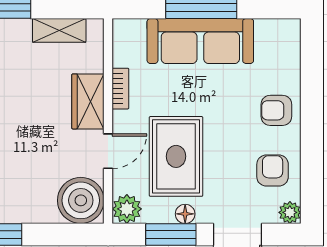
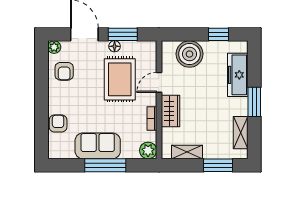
sofa: (200, 41) -> (98, 146), width x0.73
armchair: (276, 110) -> (58, 123), moved, turned -90
boiler: (81, 200) -> (189, 54), moved
plant: (127, 209) -> (148, 150), moved

